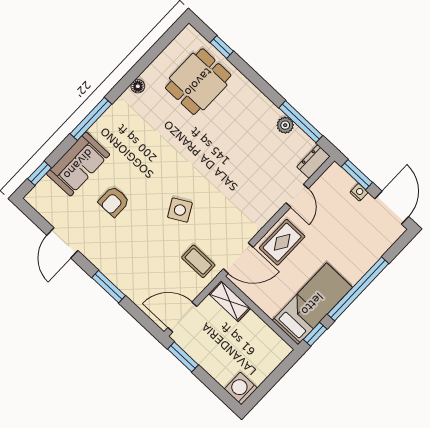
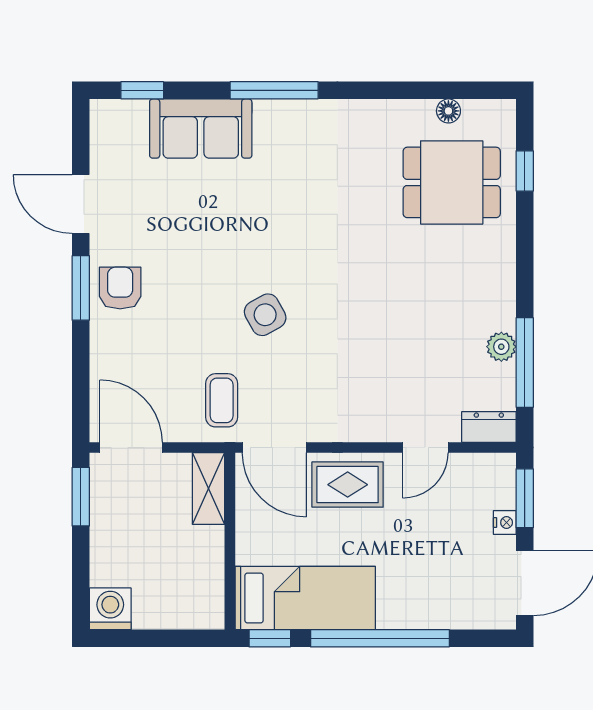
floor lamp: (138, 86) -> (448, 111), moved
armchair: (114, 201) -> (120, 288), moved, turned 90
door: (62, 243) -> (81, 204), hinge flipped
window: (109, 287) -> (81, 288), moved

